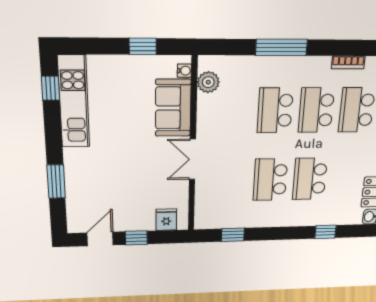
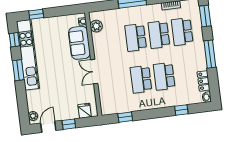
window: (143, 46) -> (36, 14), moved
kitchen unit: (74, 102) -> (28, 55), width x1.36
window: (56, 182) -> (18, 70), moved
plant: (75, 220) -> (33, 116), added

